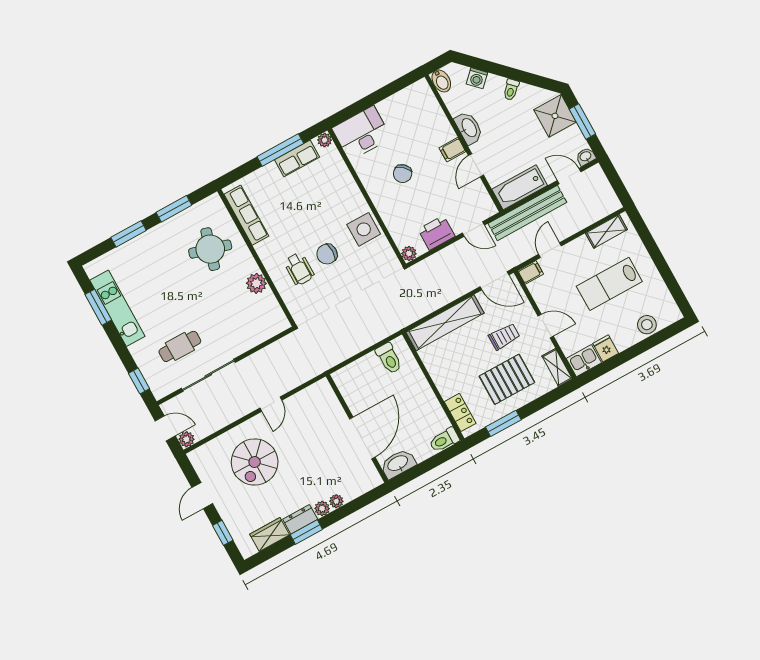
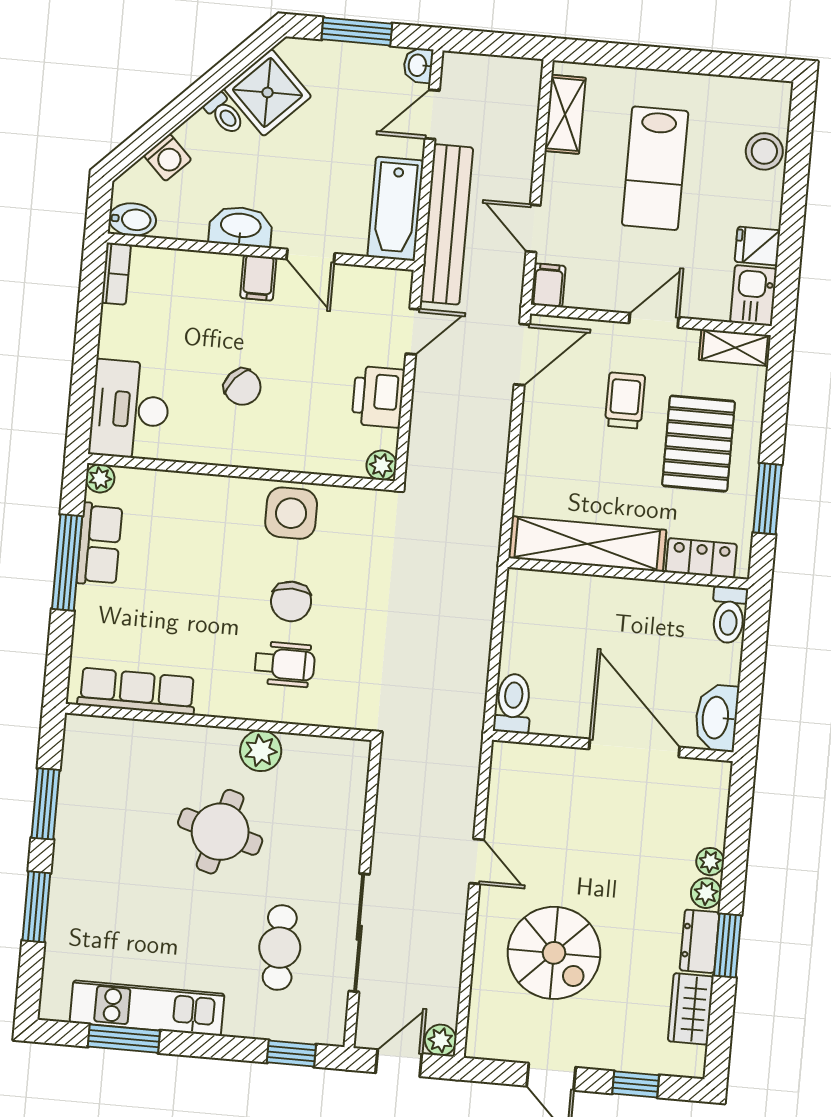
bookcase: (414, 89) -> (116, 274), added
shower: (555, 116) -> (267, 92), moved, turned 45
round table: (210, 249) -> (220, 832), moved
shelving: (445, 323) -> (587, 544), moved, turned 90
toilet: (389, 358) -> (513, 703), moved, turned -90

